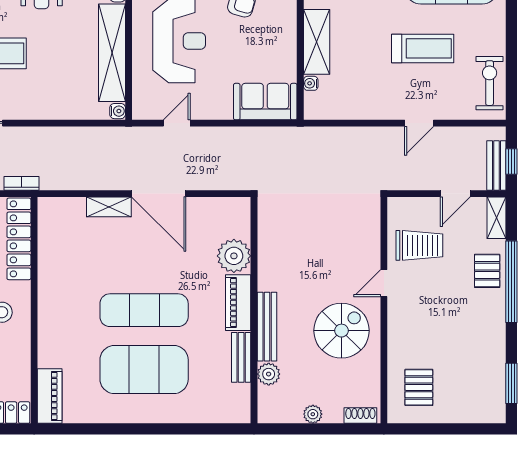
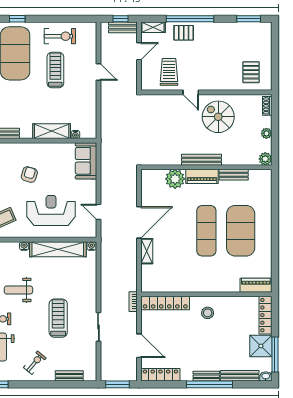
exercise bike: (490, 83) -> (60, 36), moved, turned 180
door: (455, 194) -> (139, 51), hinge flipped
bench: (267, 327) -> (201, 160), moved
plant: (269, 374) -> (265, 159), moved
pallet: (419, 387) -> (251, 72), turned 90

